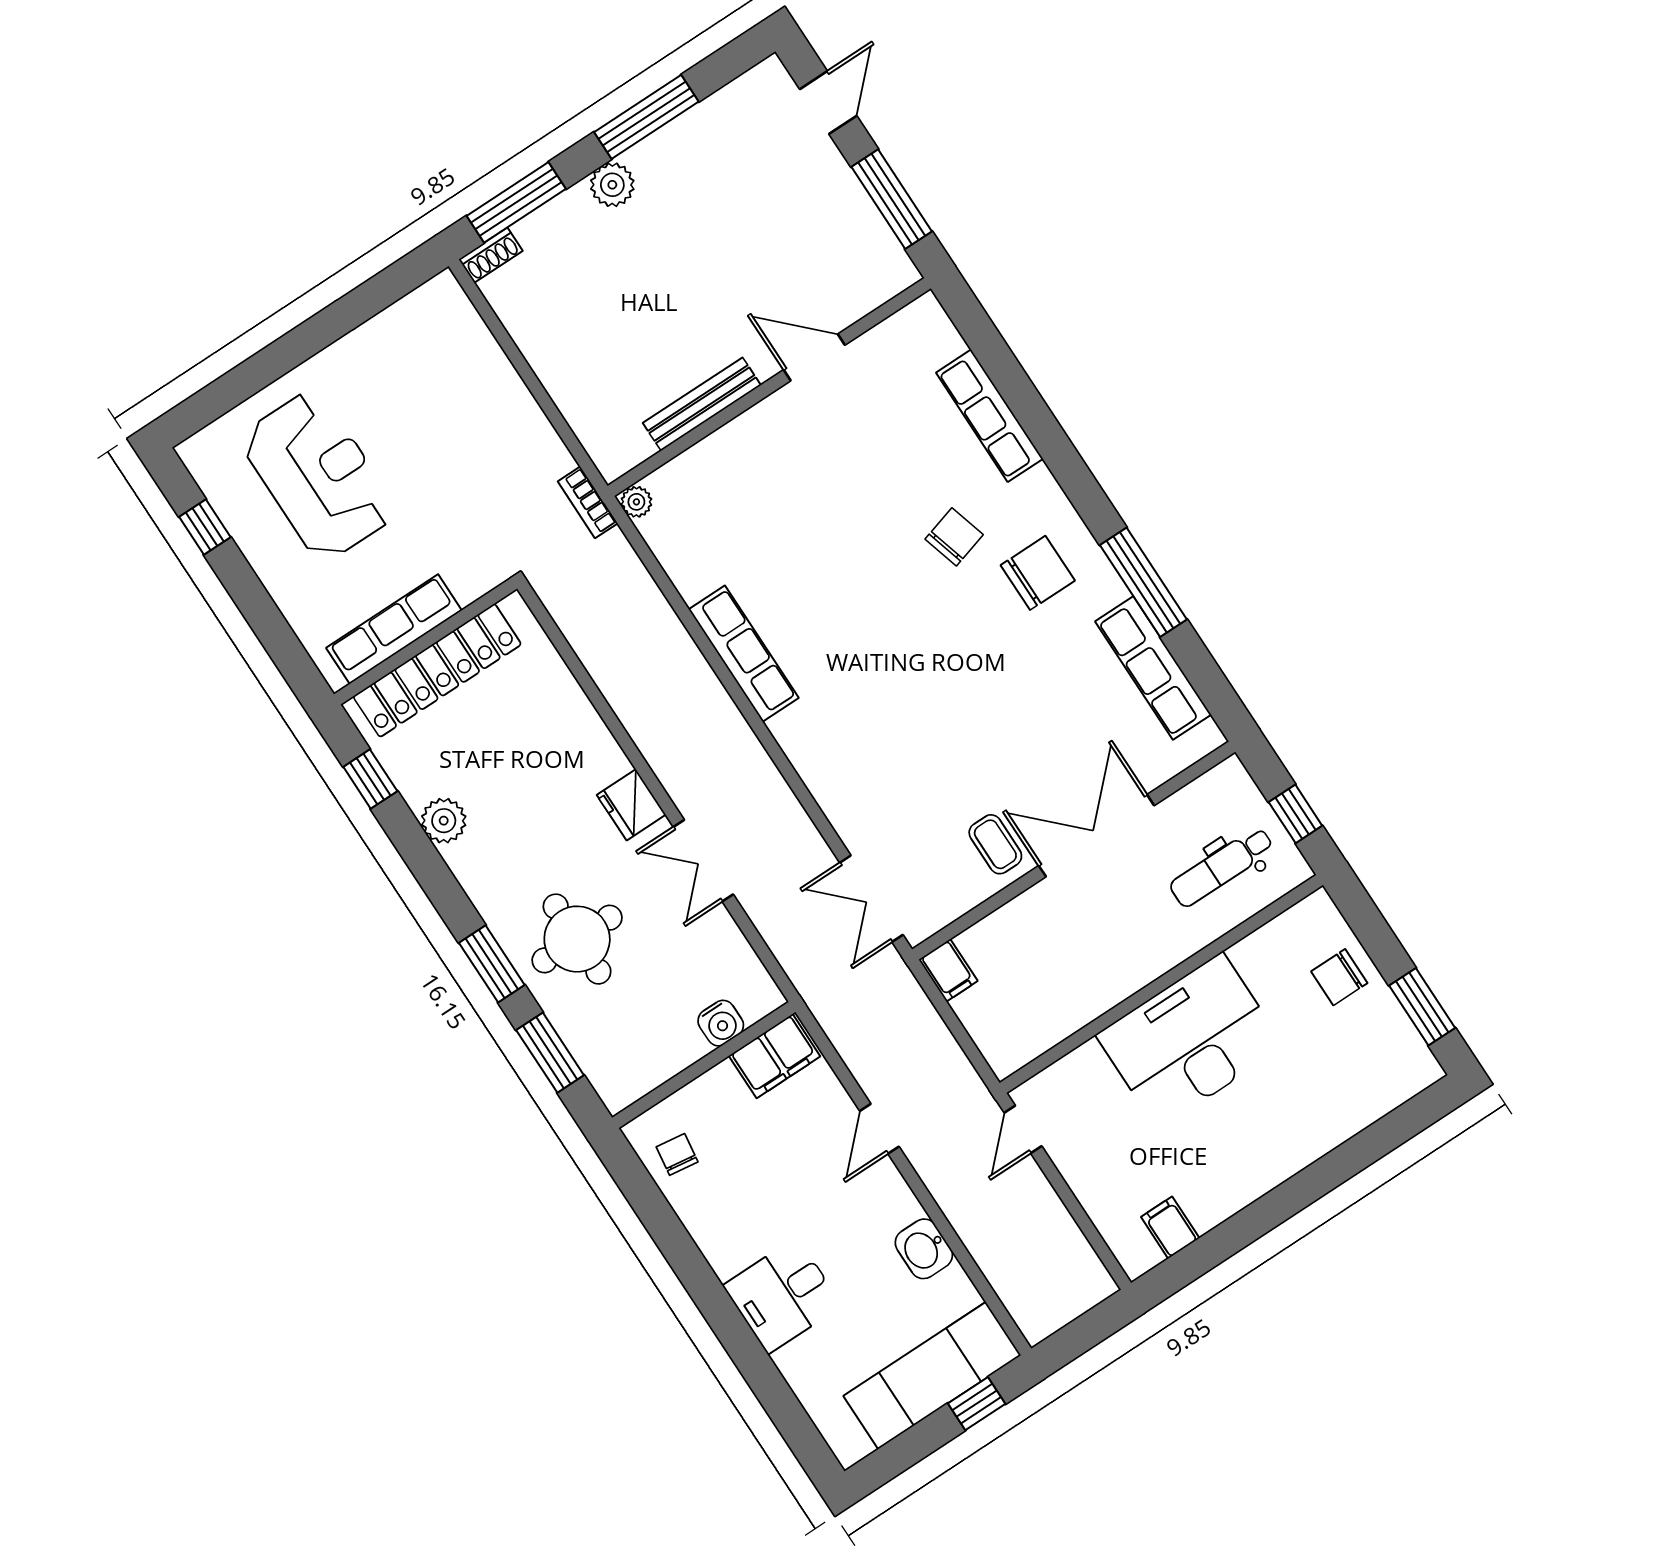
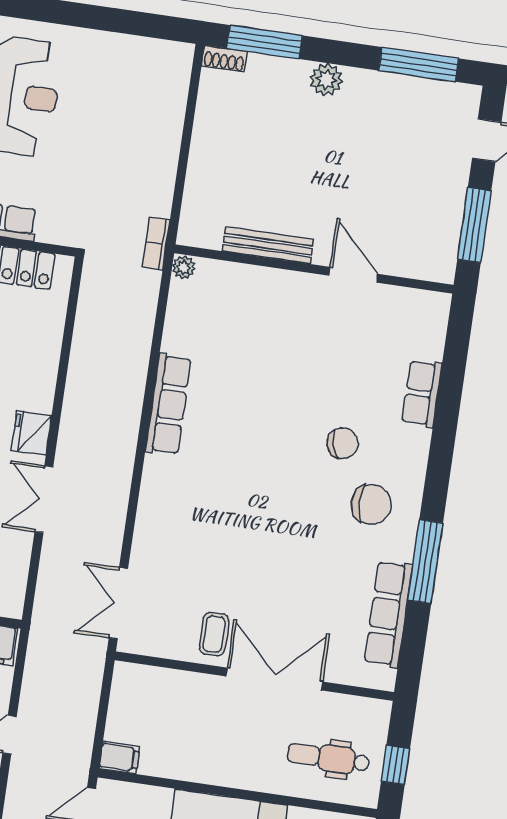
window: (646, 117) -> (419, 64), moved
row of seats: (989, 416) -> (422, 393), width x0.68
filing cabinet: (948, 970) -> (119, 757), moved, turned -90

